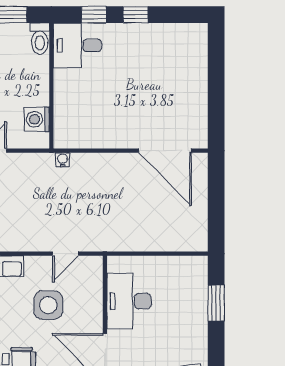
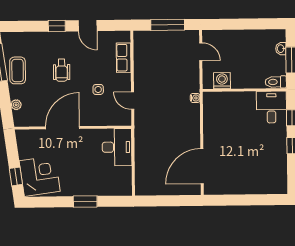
desk: (129, 301) -> (117, 147), moved, turned 90
window: (216, 303) -> (85, 202), moved
side table: (48, 305) -> (98, 89), width x0.54, depth x0.54

